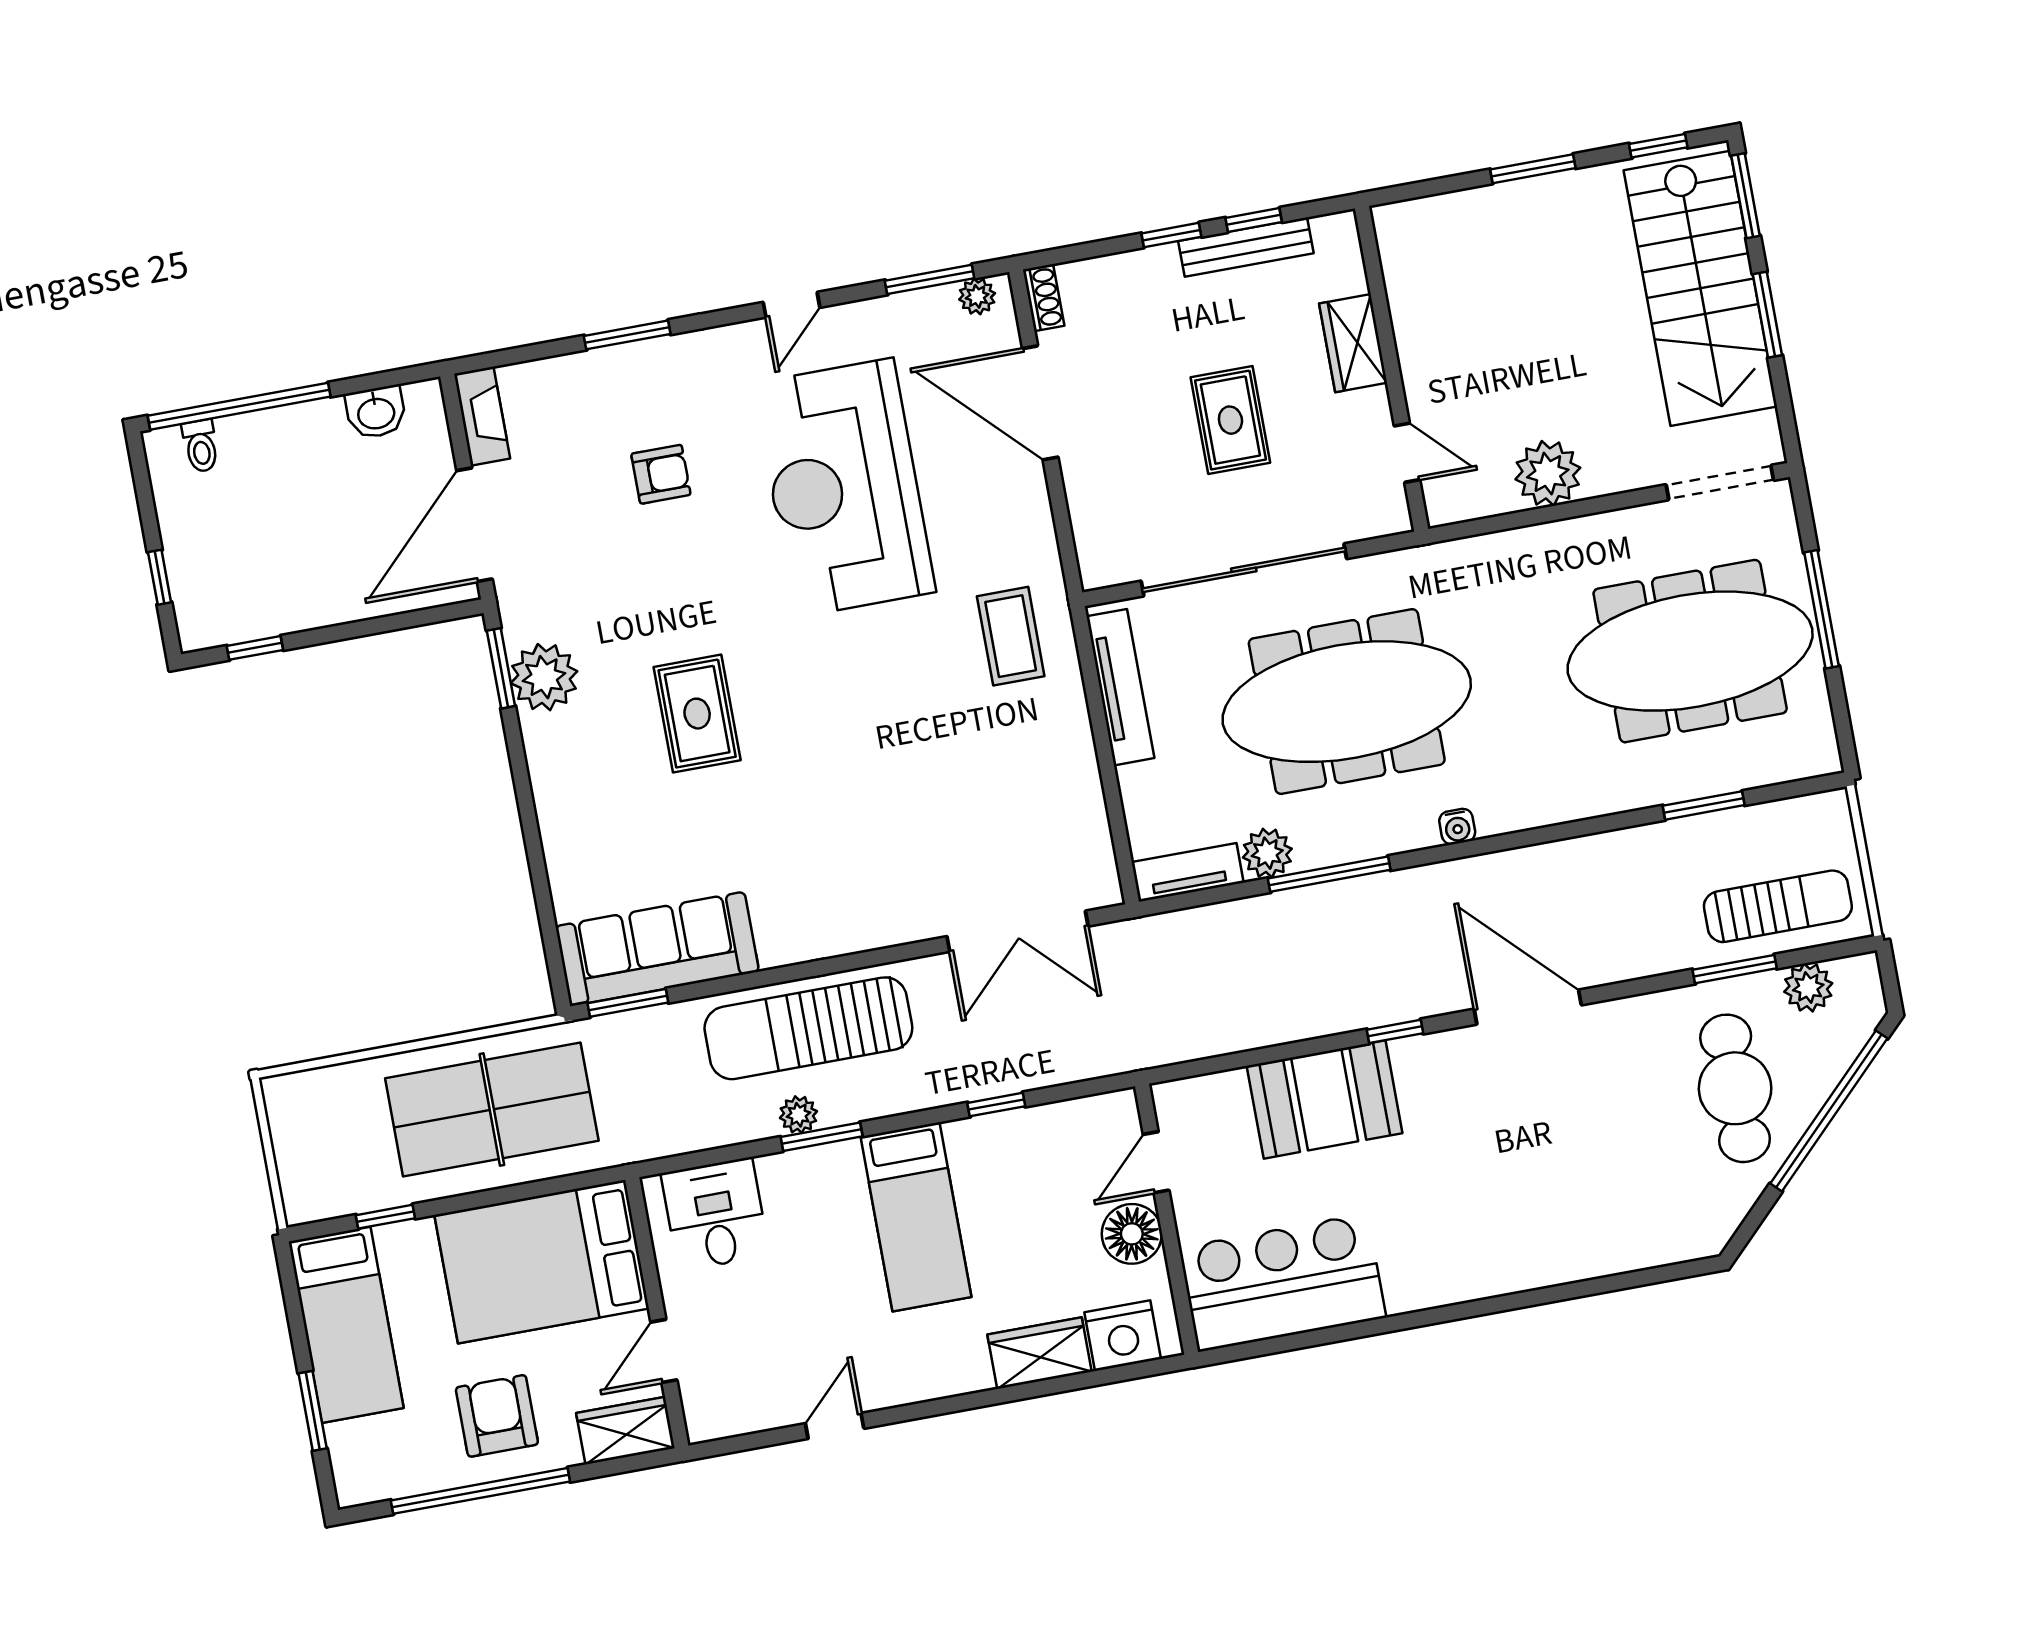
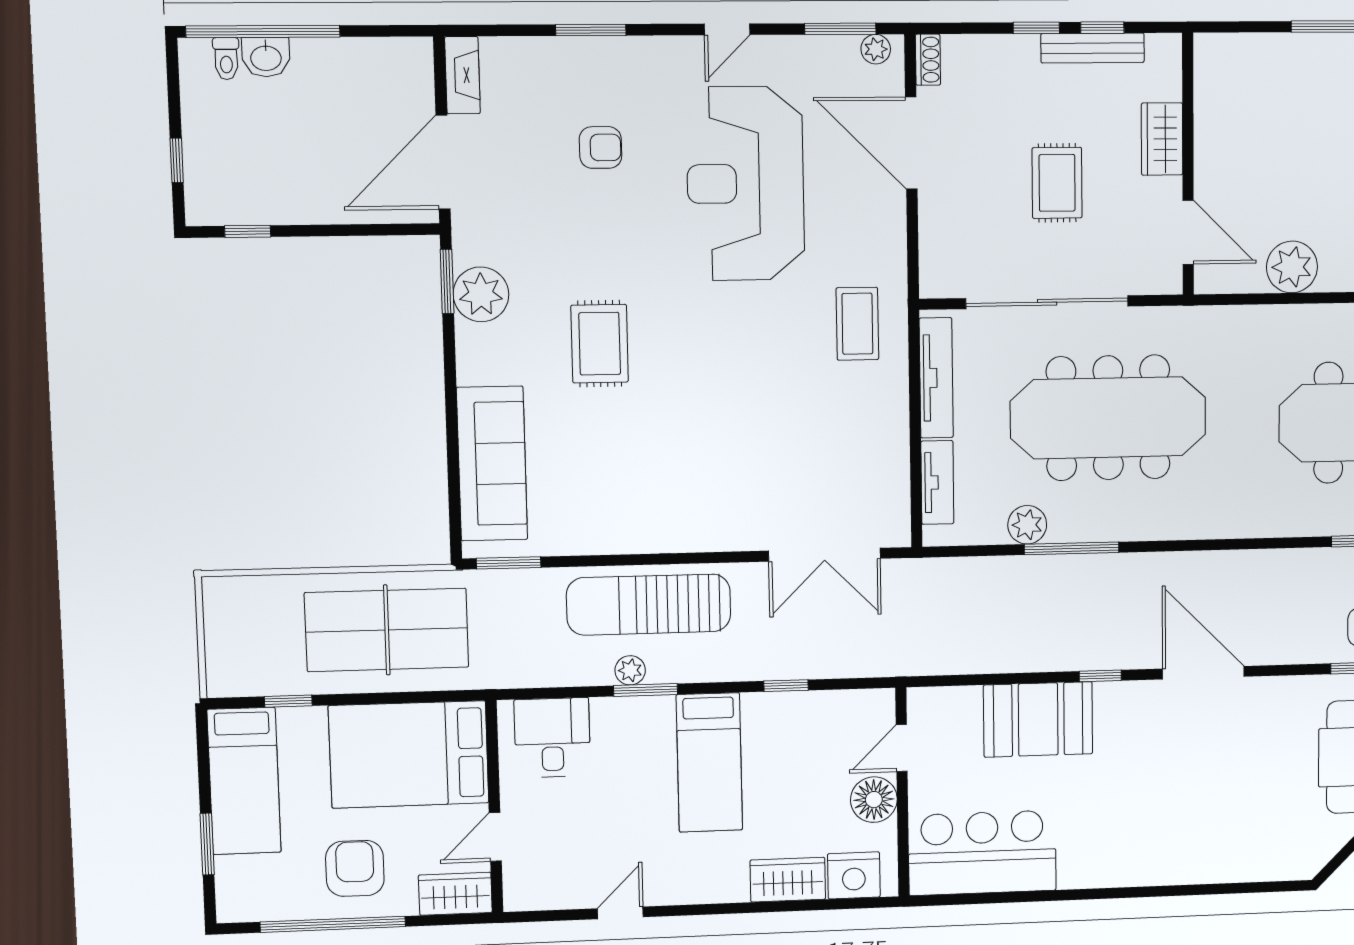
washbasin: (376, 412) -> (266, 57), moved
door: (1407, 453) -> (1188, 232), width x1.38
water cooler: (1457, 827) -> (1175, 527), removed
tv unit: (1188, 872) -> (937, 482), moved, turned 90
sofa: (657, 949) -> (492, 464), moved, turned 90

